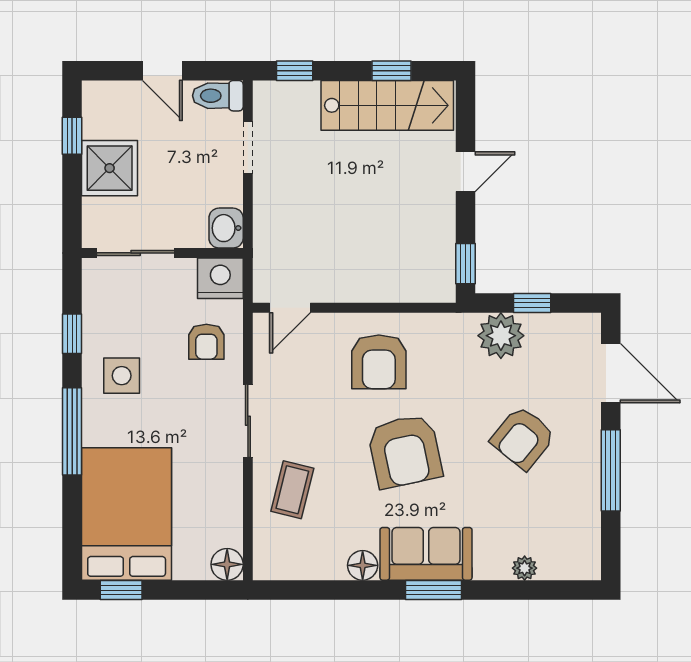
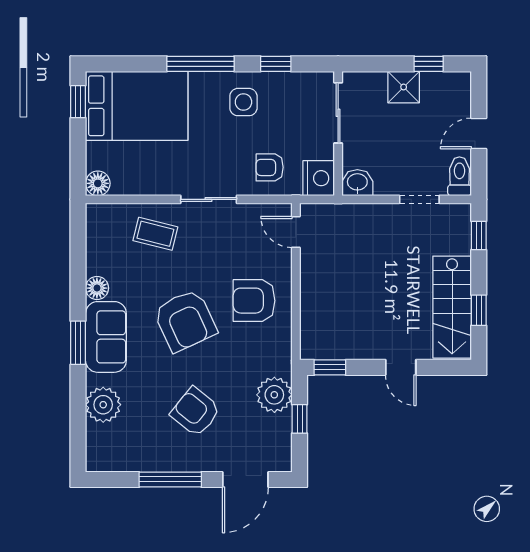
shower: (110, 168) -> (404, 87), width x0.73, depth x0.73
armchair: (405, 451) -> (185, 321), turned -103
plant: (525, 568) -> (103, 405), width x1.88, depth x1.88

